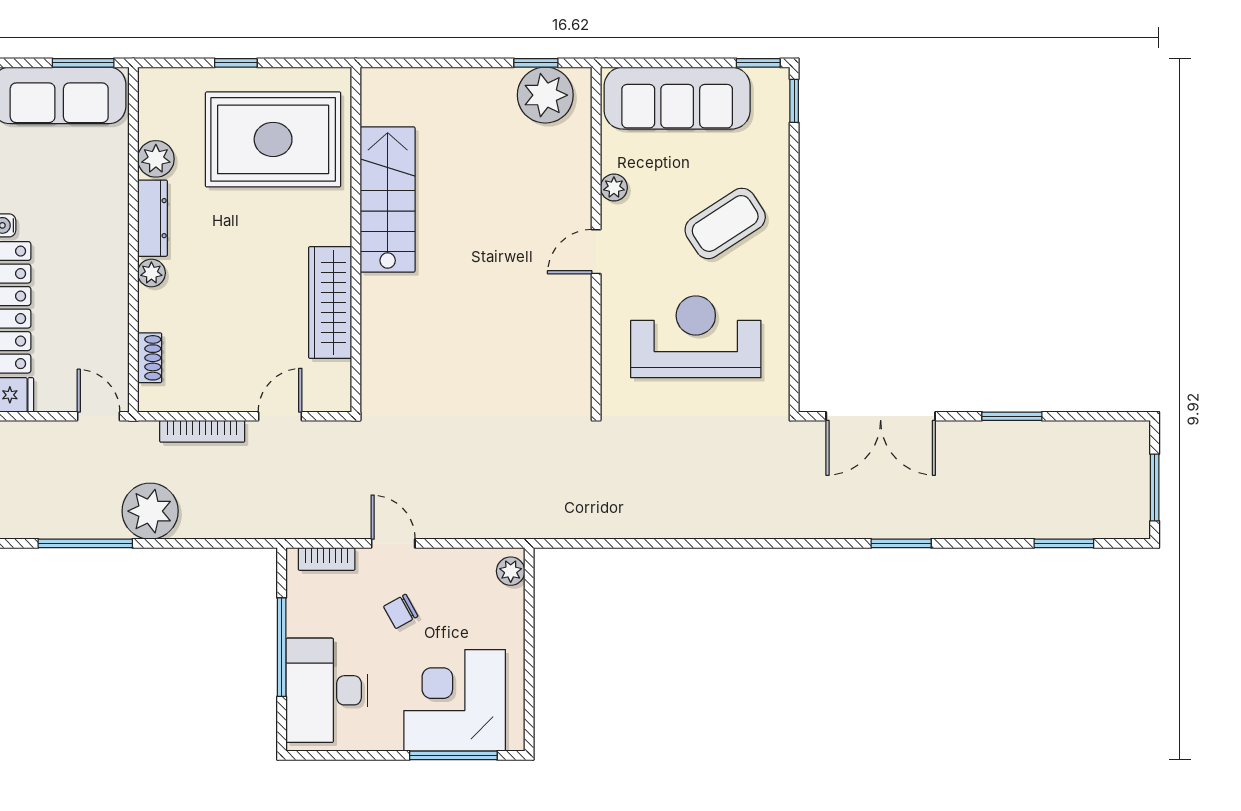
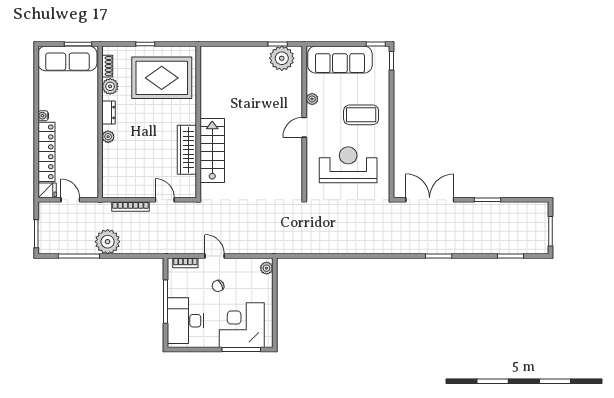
stairs: (388, 199) -> (212, 151), moved
dresser: (152, 218) -> (109, 112), width x0.70
coffee table: (725, 223) -> (361, 115), turned 33
shoe rack: (150, 358) -> (107, 66), moved
door: (99, 416) -> (70, 200), moved
door: (280, 416) -> (165, 200), hinge flipped
double door: (881, 416) -> (430, 200), swing flipped

